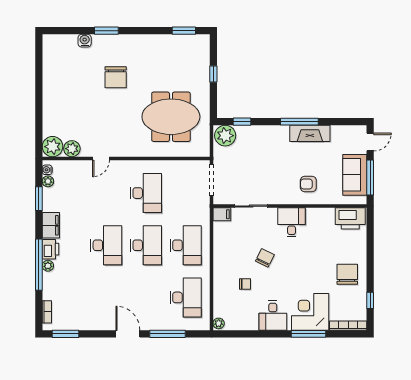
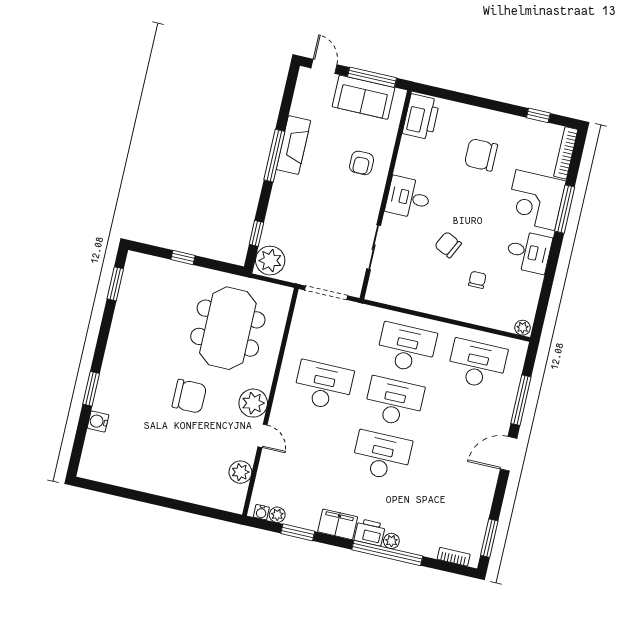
chair: (116, 77) -> (189, 396), moved
plant: (53, 147) -> (253, 403), moved
filing cabinet: (222, 214) -> (376, 289), removed
chair: (347, 274) -> (481, 155), moved

